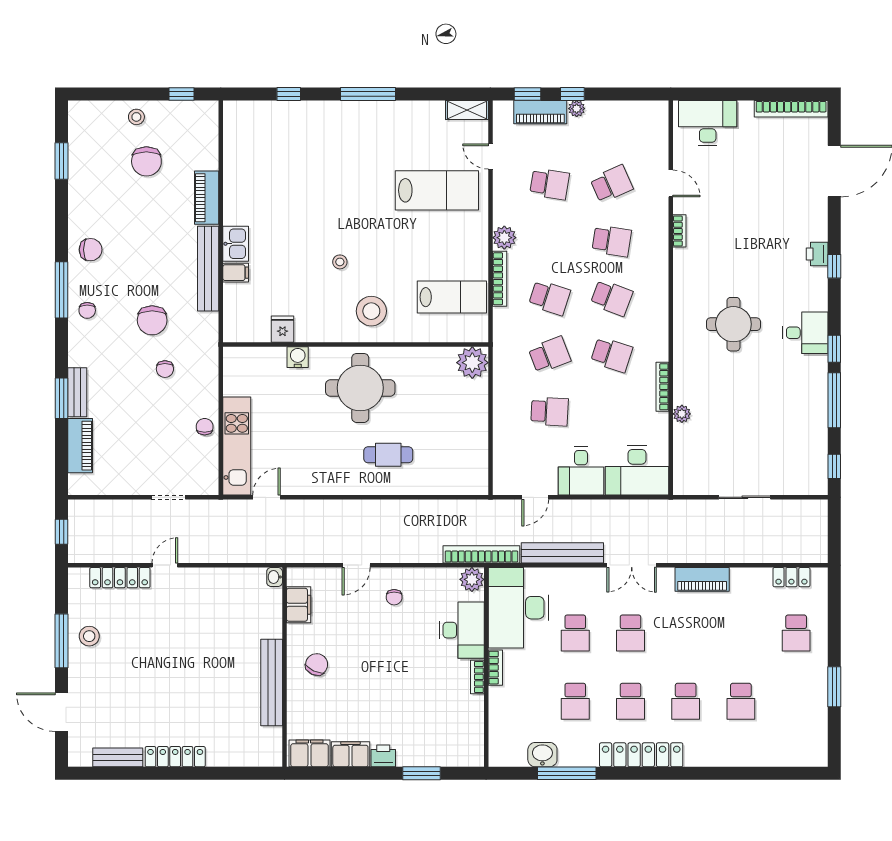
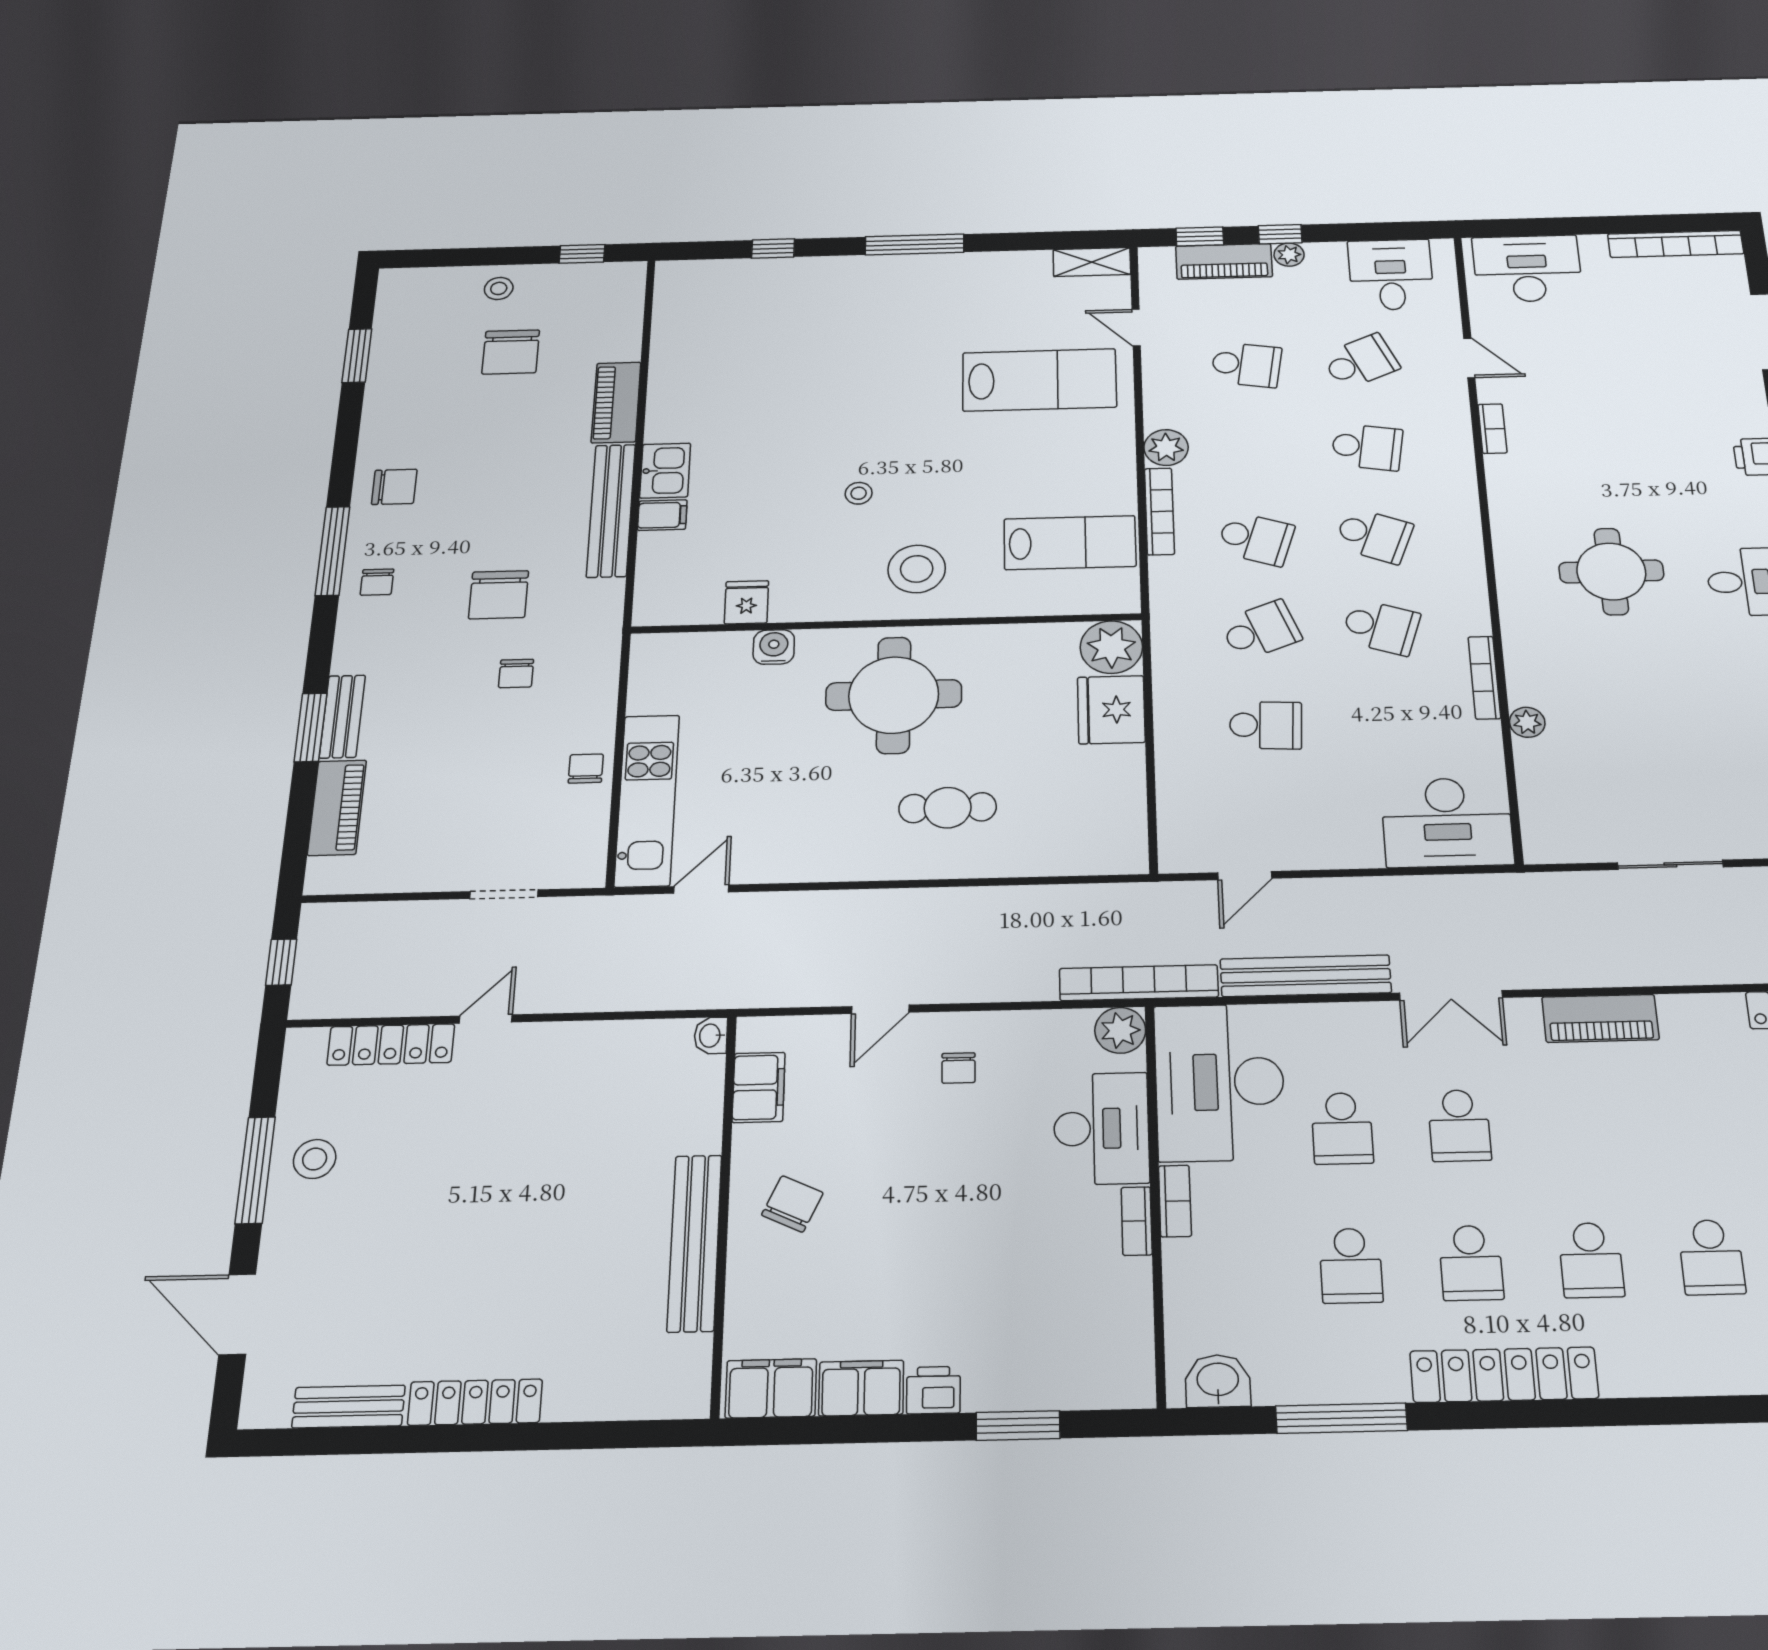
fridge: (471, 400) -> (1111, 710), added
desk: (581, 471) -> (1391, 275), moved, turned 180
washbasin: (542, 755) -> (1218, 1381), moved

